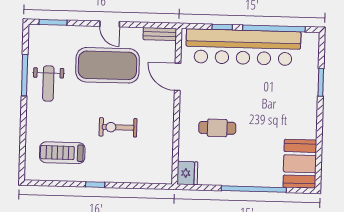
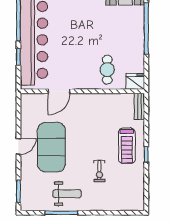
bench: (160, 34) -> (139, 106), moved
exercise bike: (118, 127) -> (99, 171), moved, width x0.73, depth x0.72
cafe table: (217, 128) -> (107, 70), moved
treadmill: (62, 153) -> (127, 146), moved

